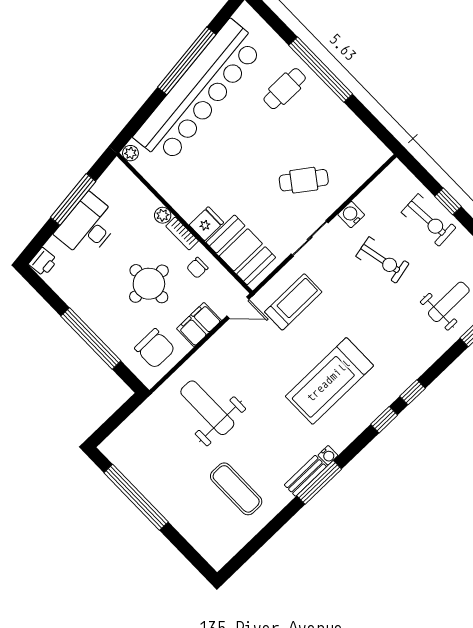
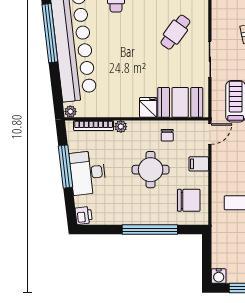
water cooler: (351, 215) -> (219, 276), moved, turned -90
bookcase: (182, 233) -> (94, 126), moved, width x1.56
filing cabinet: (199, 325) -> (199, 164), width x0.50

